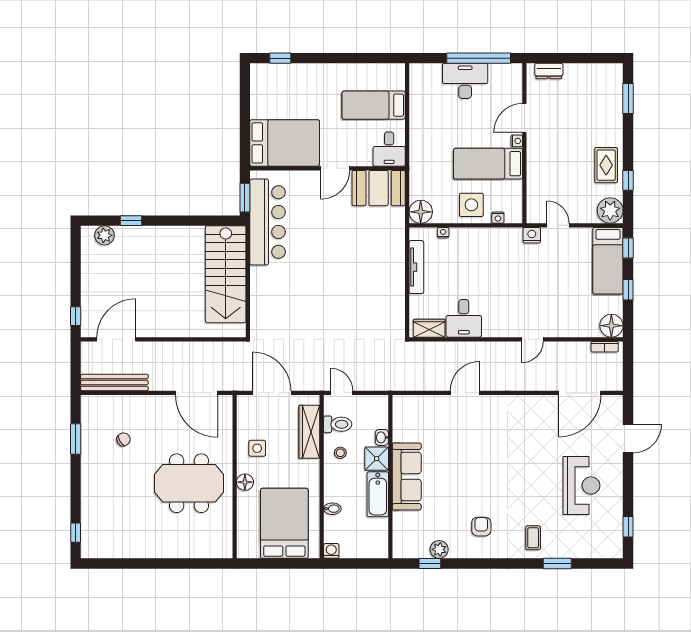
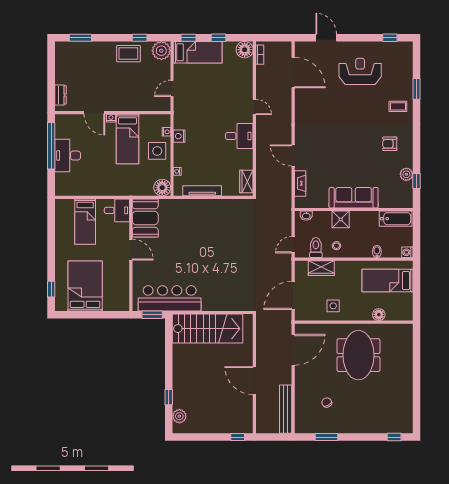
bed: (285, 143) -> (85, 286), moved
nightstand: (532, 235) -> (179, 136), moved
desk: (464, 318) -> (239, 136), moved
door: (116, 339) -> (254, 381), moved
fireplace: (427, 403) -> (300, 183), added
wardrobe: (309, 432) -> (321, 268), width x0.67
washbasin: (382, 437) -> (306, 216), moved
floor lamp: (245, 482) -> (379, 315), moved
bathtub: (378, 494) -> (396, 219), moved
bed: (284, 523) -> (387, 281), width x0.67

